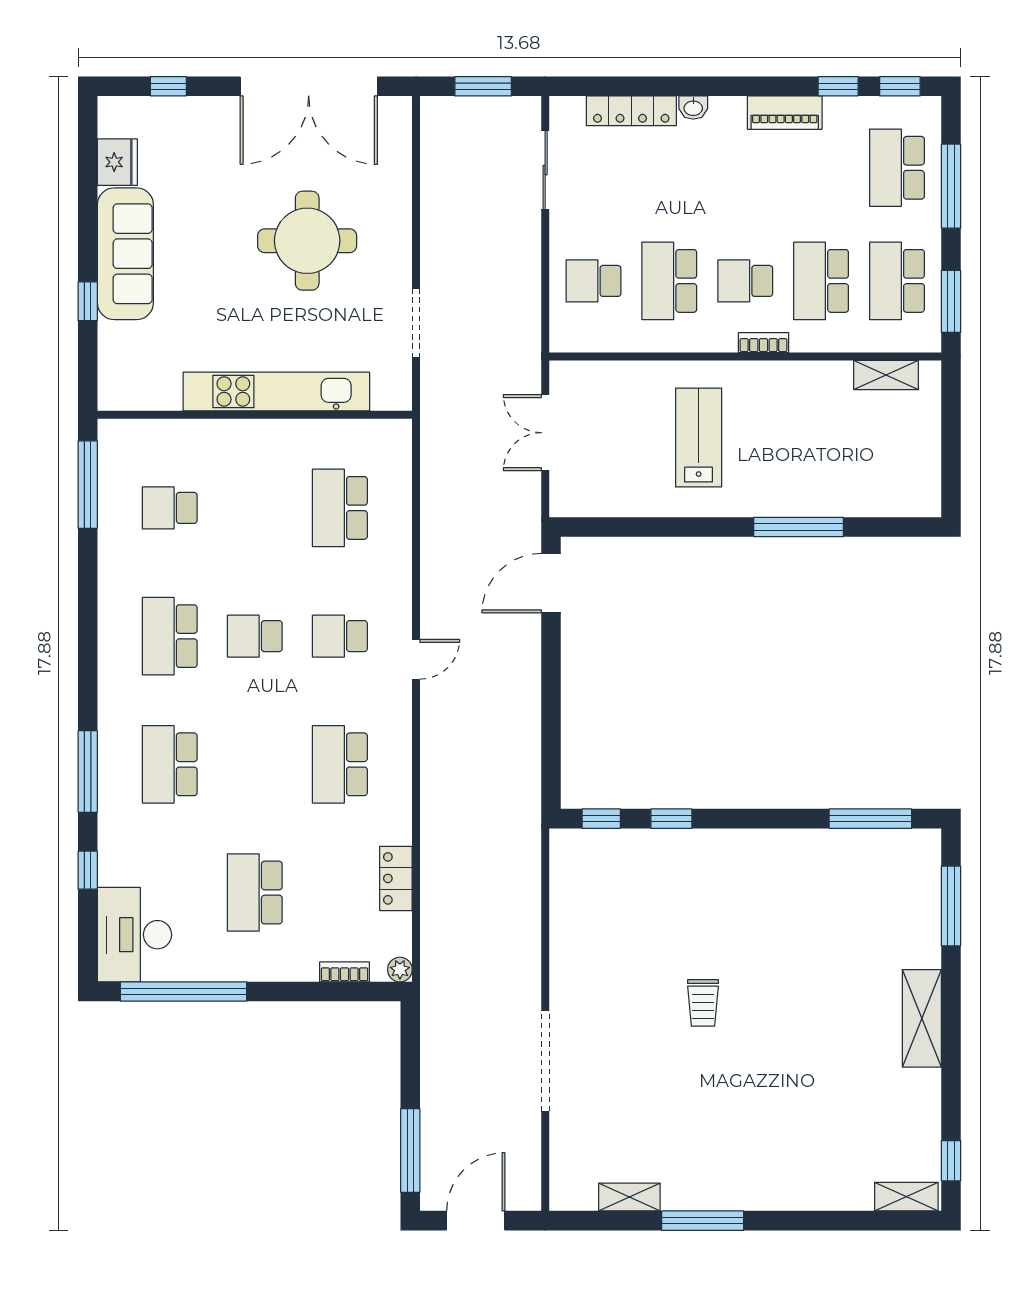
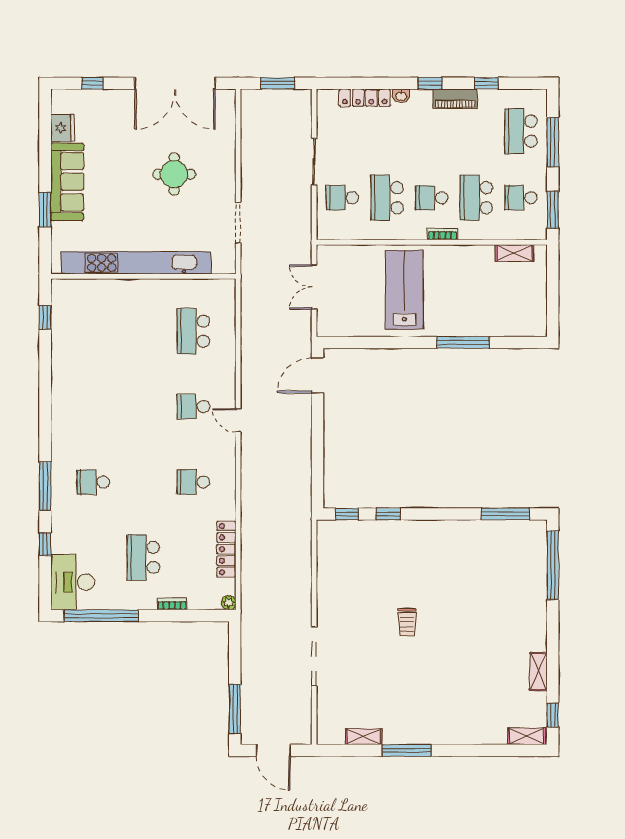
window: (900, 86) -> (430, 83), moved
sliding door: (545, 170) -> (314, 161), moved
round table: (307, 241) -> (174, 174), width x0.73, depth x0.73
school desk: (897, 281) -> (521, 198), width x0.54
window: (88, 301) -> (45, 210), width x1.50
kitchen unit: (276, 392) -> (136, 263), width x1.36
lab bench: (699, 437) -> (404, 290), width x1.36, depth x1.39
window: (88, 485) -> (45, 318), width x0.46
school desk: (170, 508) -> (93, 331), removed
school desk: (170, 636) -> (93, 407), removed
school desk: (255, 636) -> (143, 407), removed
door: (416, 659) -> (238, 420), swing flipped
school desk: (170, 764) -> (93, 482), width x0.54
school desk: (340, 764) -> (193, 482), width x0.54
locker: (396, 878) -> (226, 549), width x1.53
window: (951, 906) -> (553, 565), width x1.46
bookcase: (344, 972) -> (172, 604), moved
shelving: (922, 1018) -> (538, 672), moved, width x0.67, depth x0.75
door: (476, 1221) -> (273, 750), swing flipped

